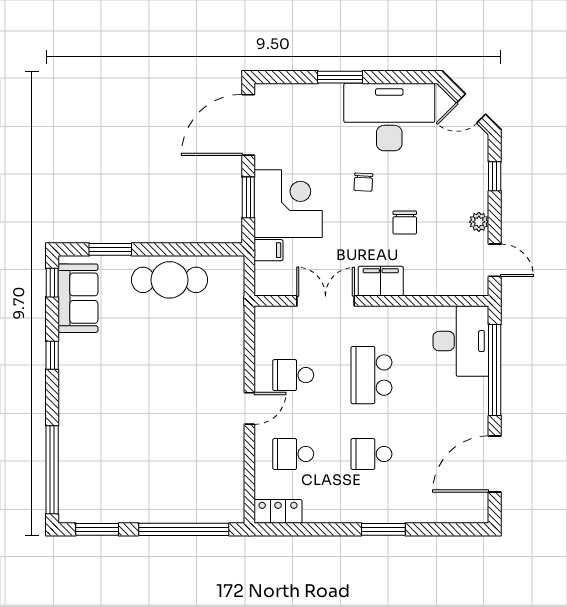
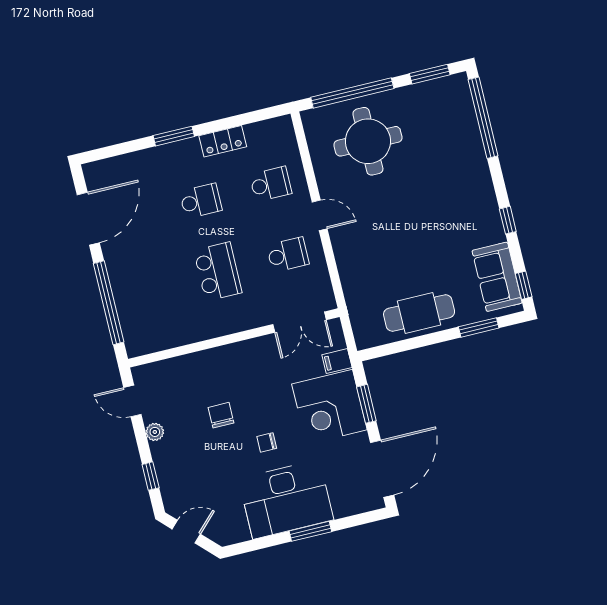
desk: (389, 117) -> (286, 499), moved
chair: (363, 182) -> (267, 442), turned -93
filing cabinet: (381, 281) -> (230, 358), removed
double door: (326, 301) -> (300, 322), moved
desk: (461, 341) -> (145, 321), removed
door: (249, 408) -> (320, 215), swing flipped
round table: (180, 474) -> (368, 141), added
locker: (278, 511) -> (223, 141), moved

